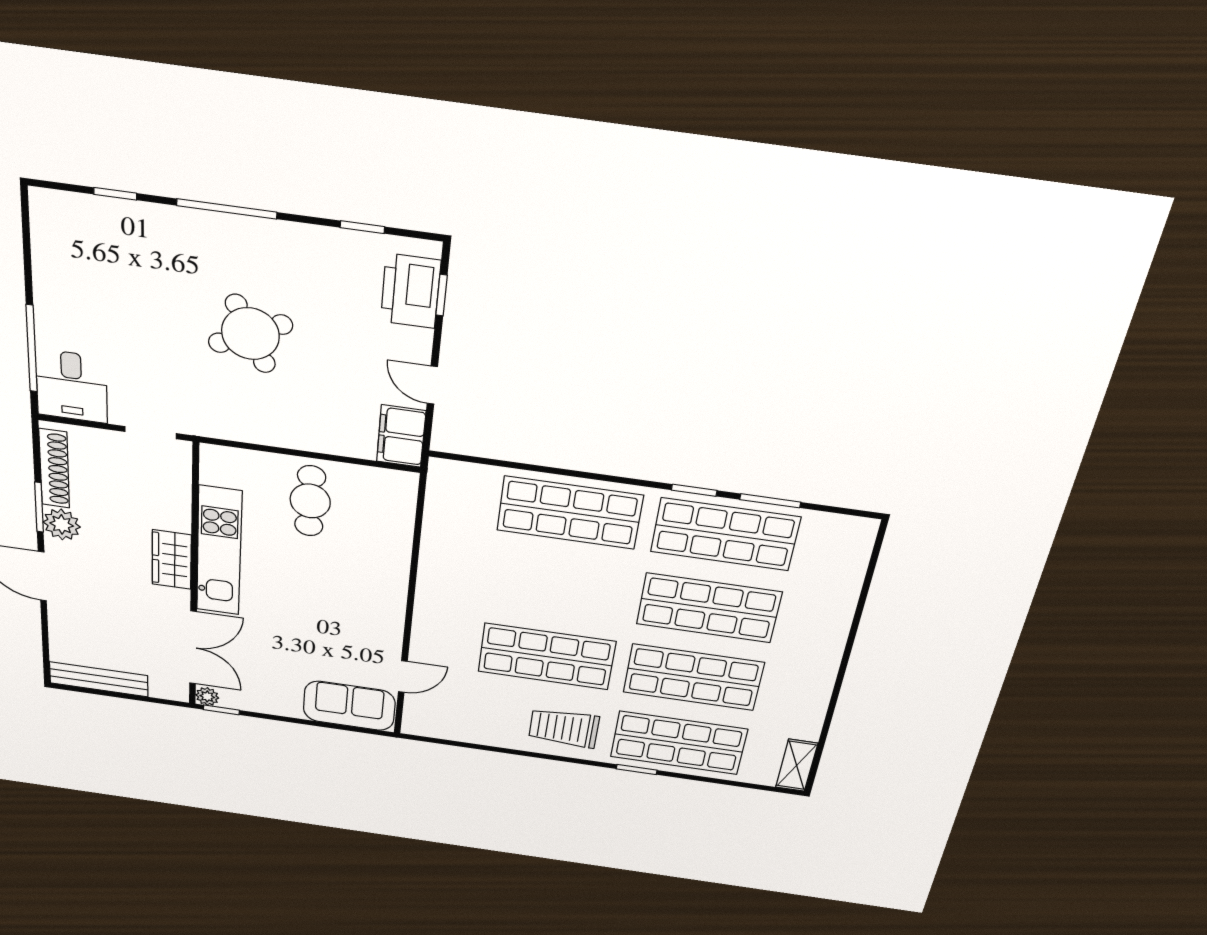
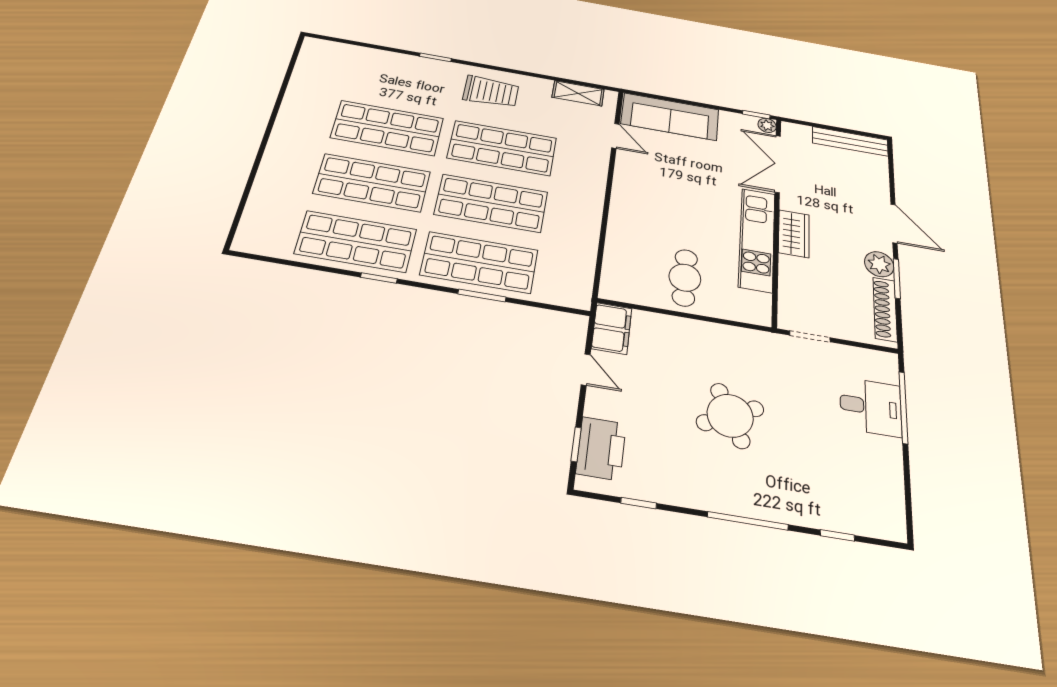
desk: (72, 386) -> (871, 407), moved, turned 90
window: (770, 501) -> (482, 295), moved
door: (403, 677) -> (615, 136), swing flipped
sofa: (349, 706) -> (670, 117), width x1.36
shop shelf: (679, 743) -> (491, 203), moved
shelving: (797, 765) -> (578, 93), moved, turned 90

